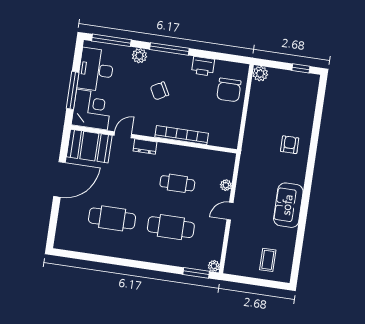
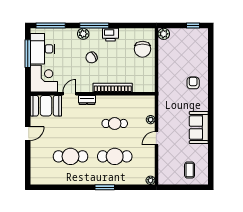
plant: (139, 56) -> (83, 34), moved
printer: (203, 66) -> (110, 35), moved
window: (73, 90) -> (28, 54), moved
door: (60, 179) -> (28, 133), width x0.53
window: (196, 273) -> (105, 187), moved

